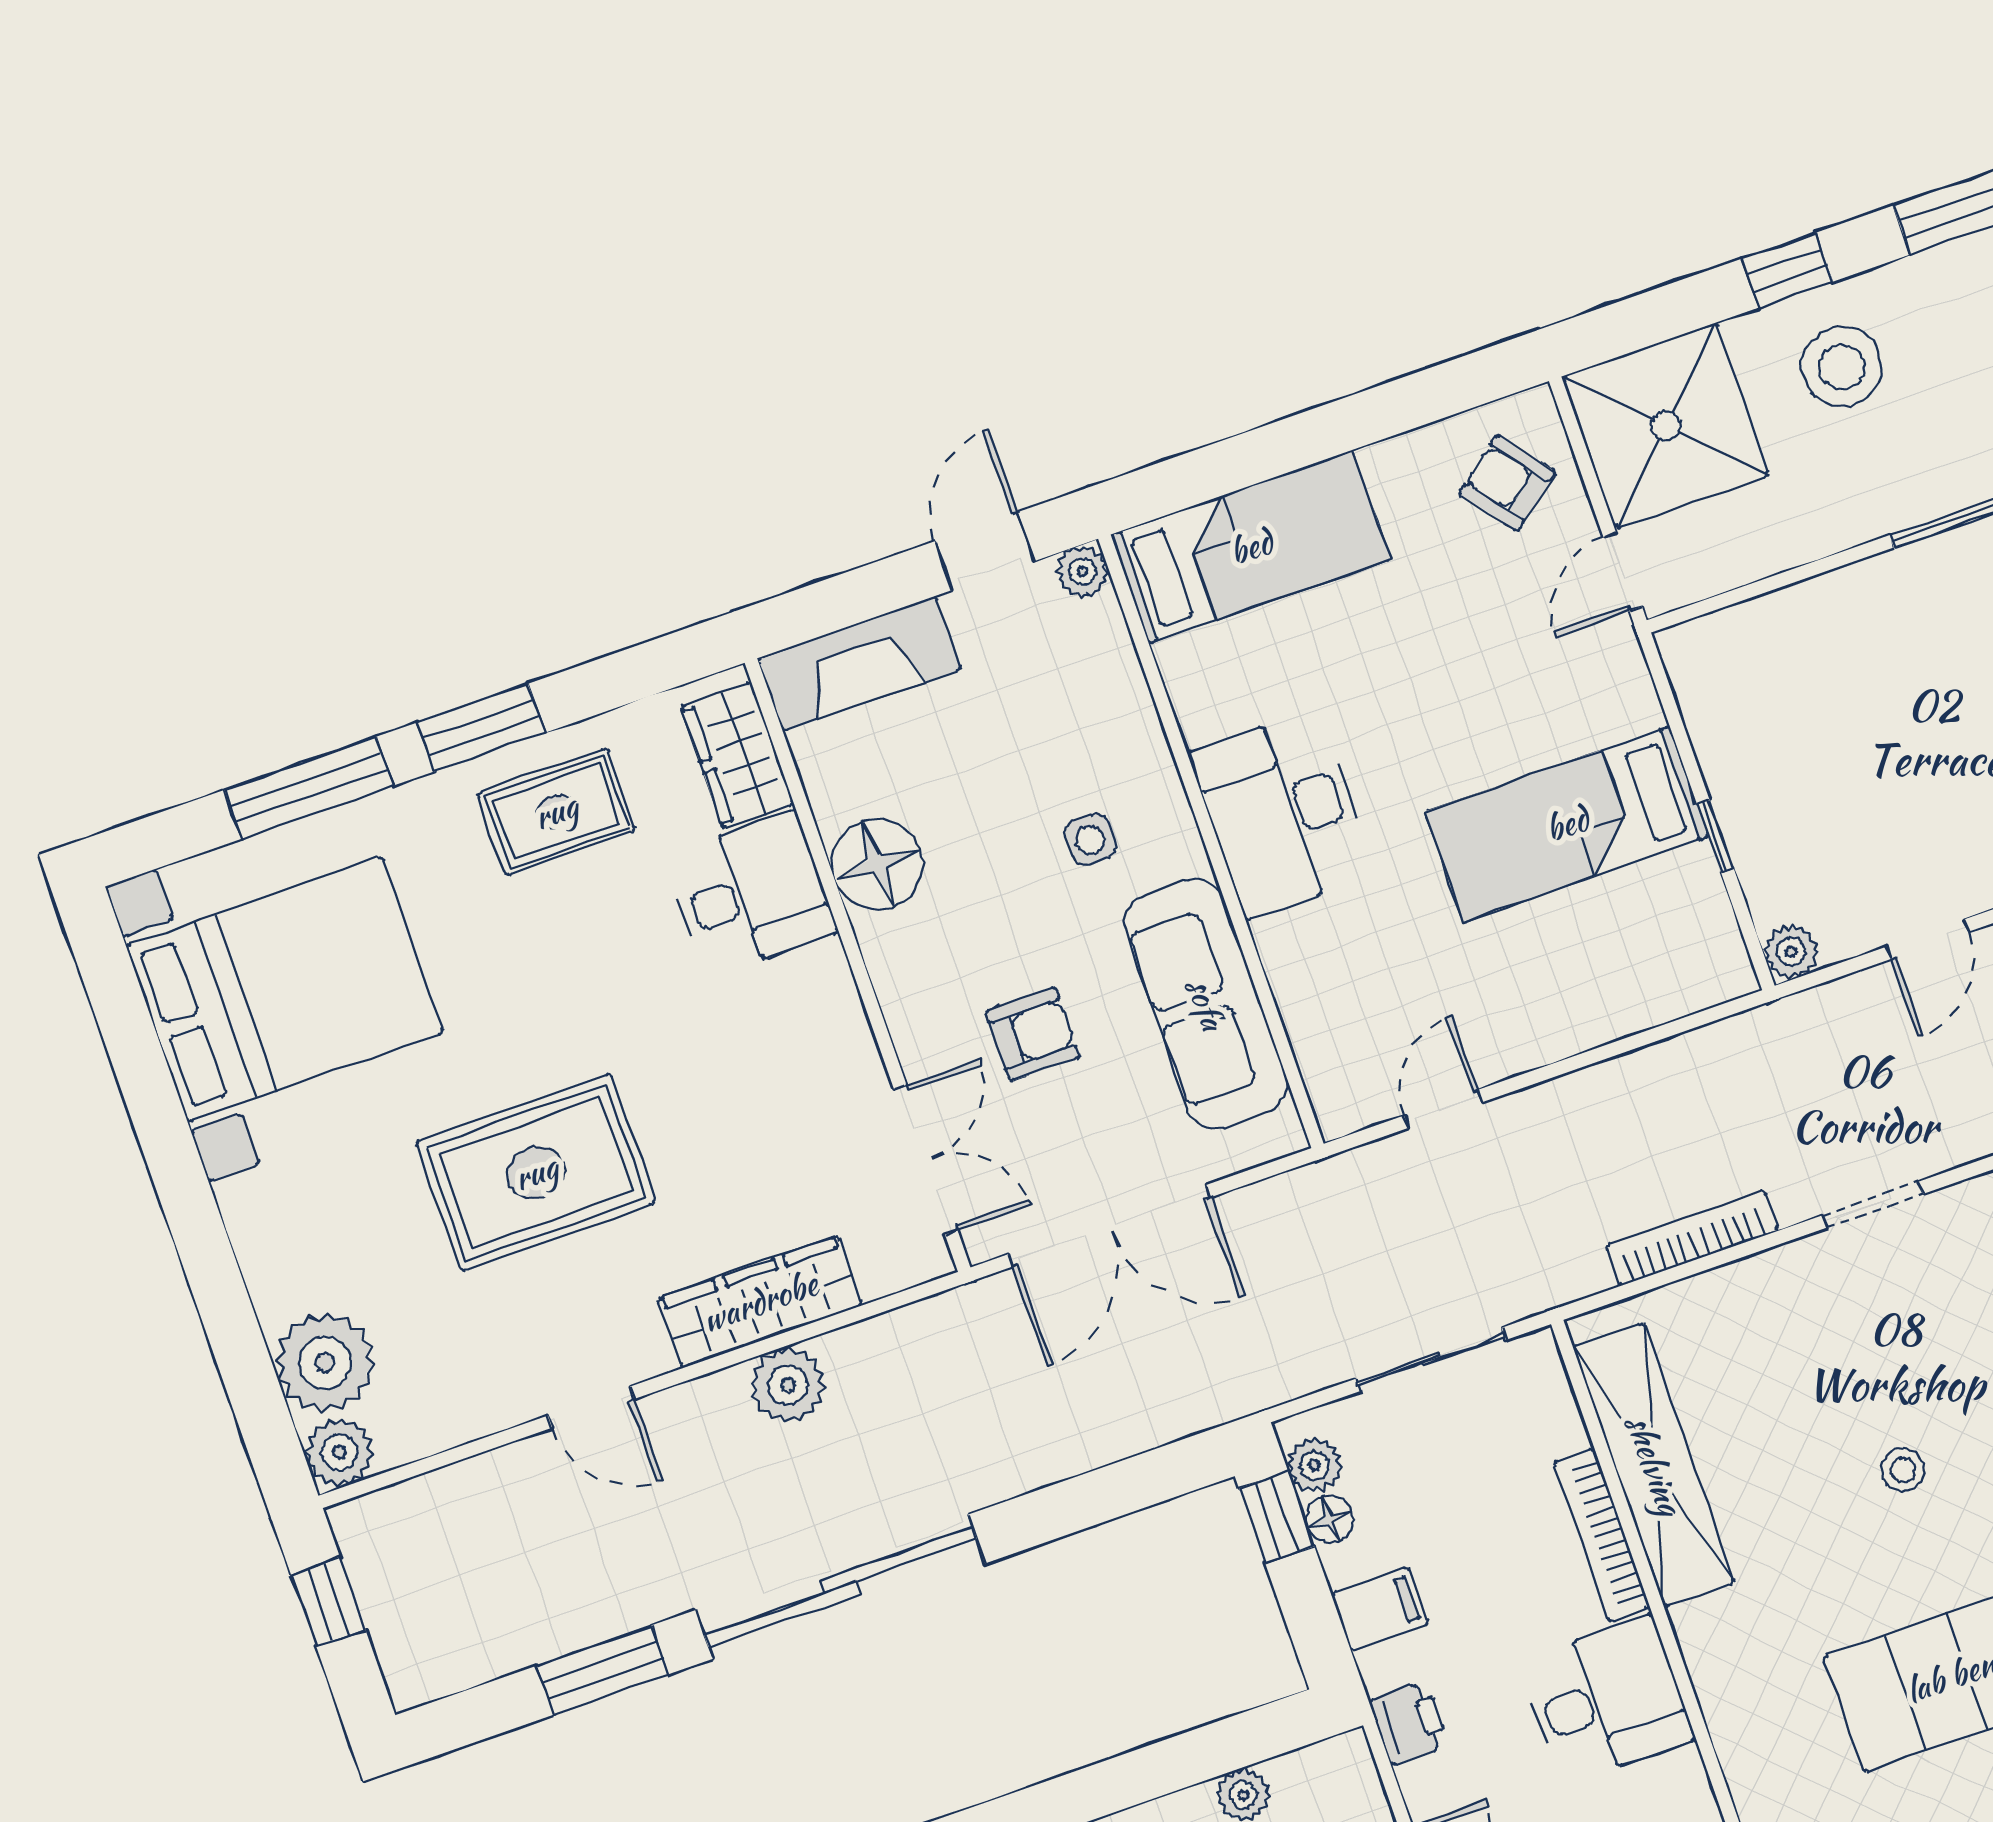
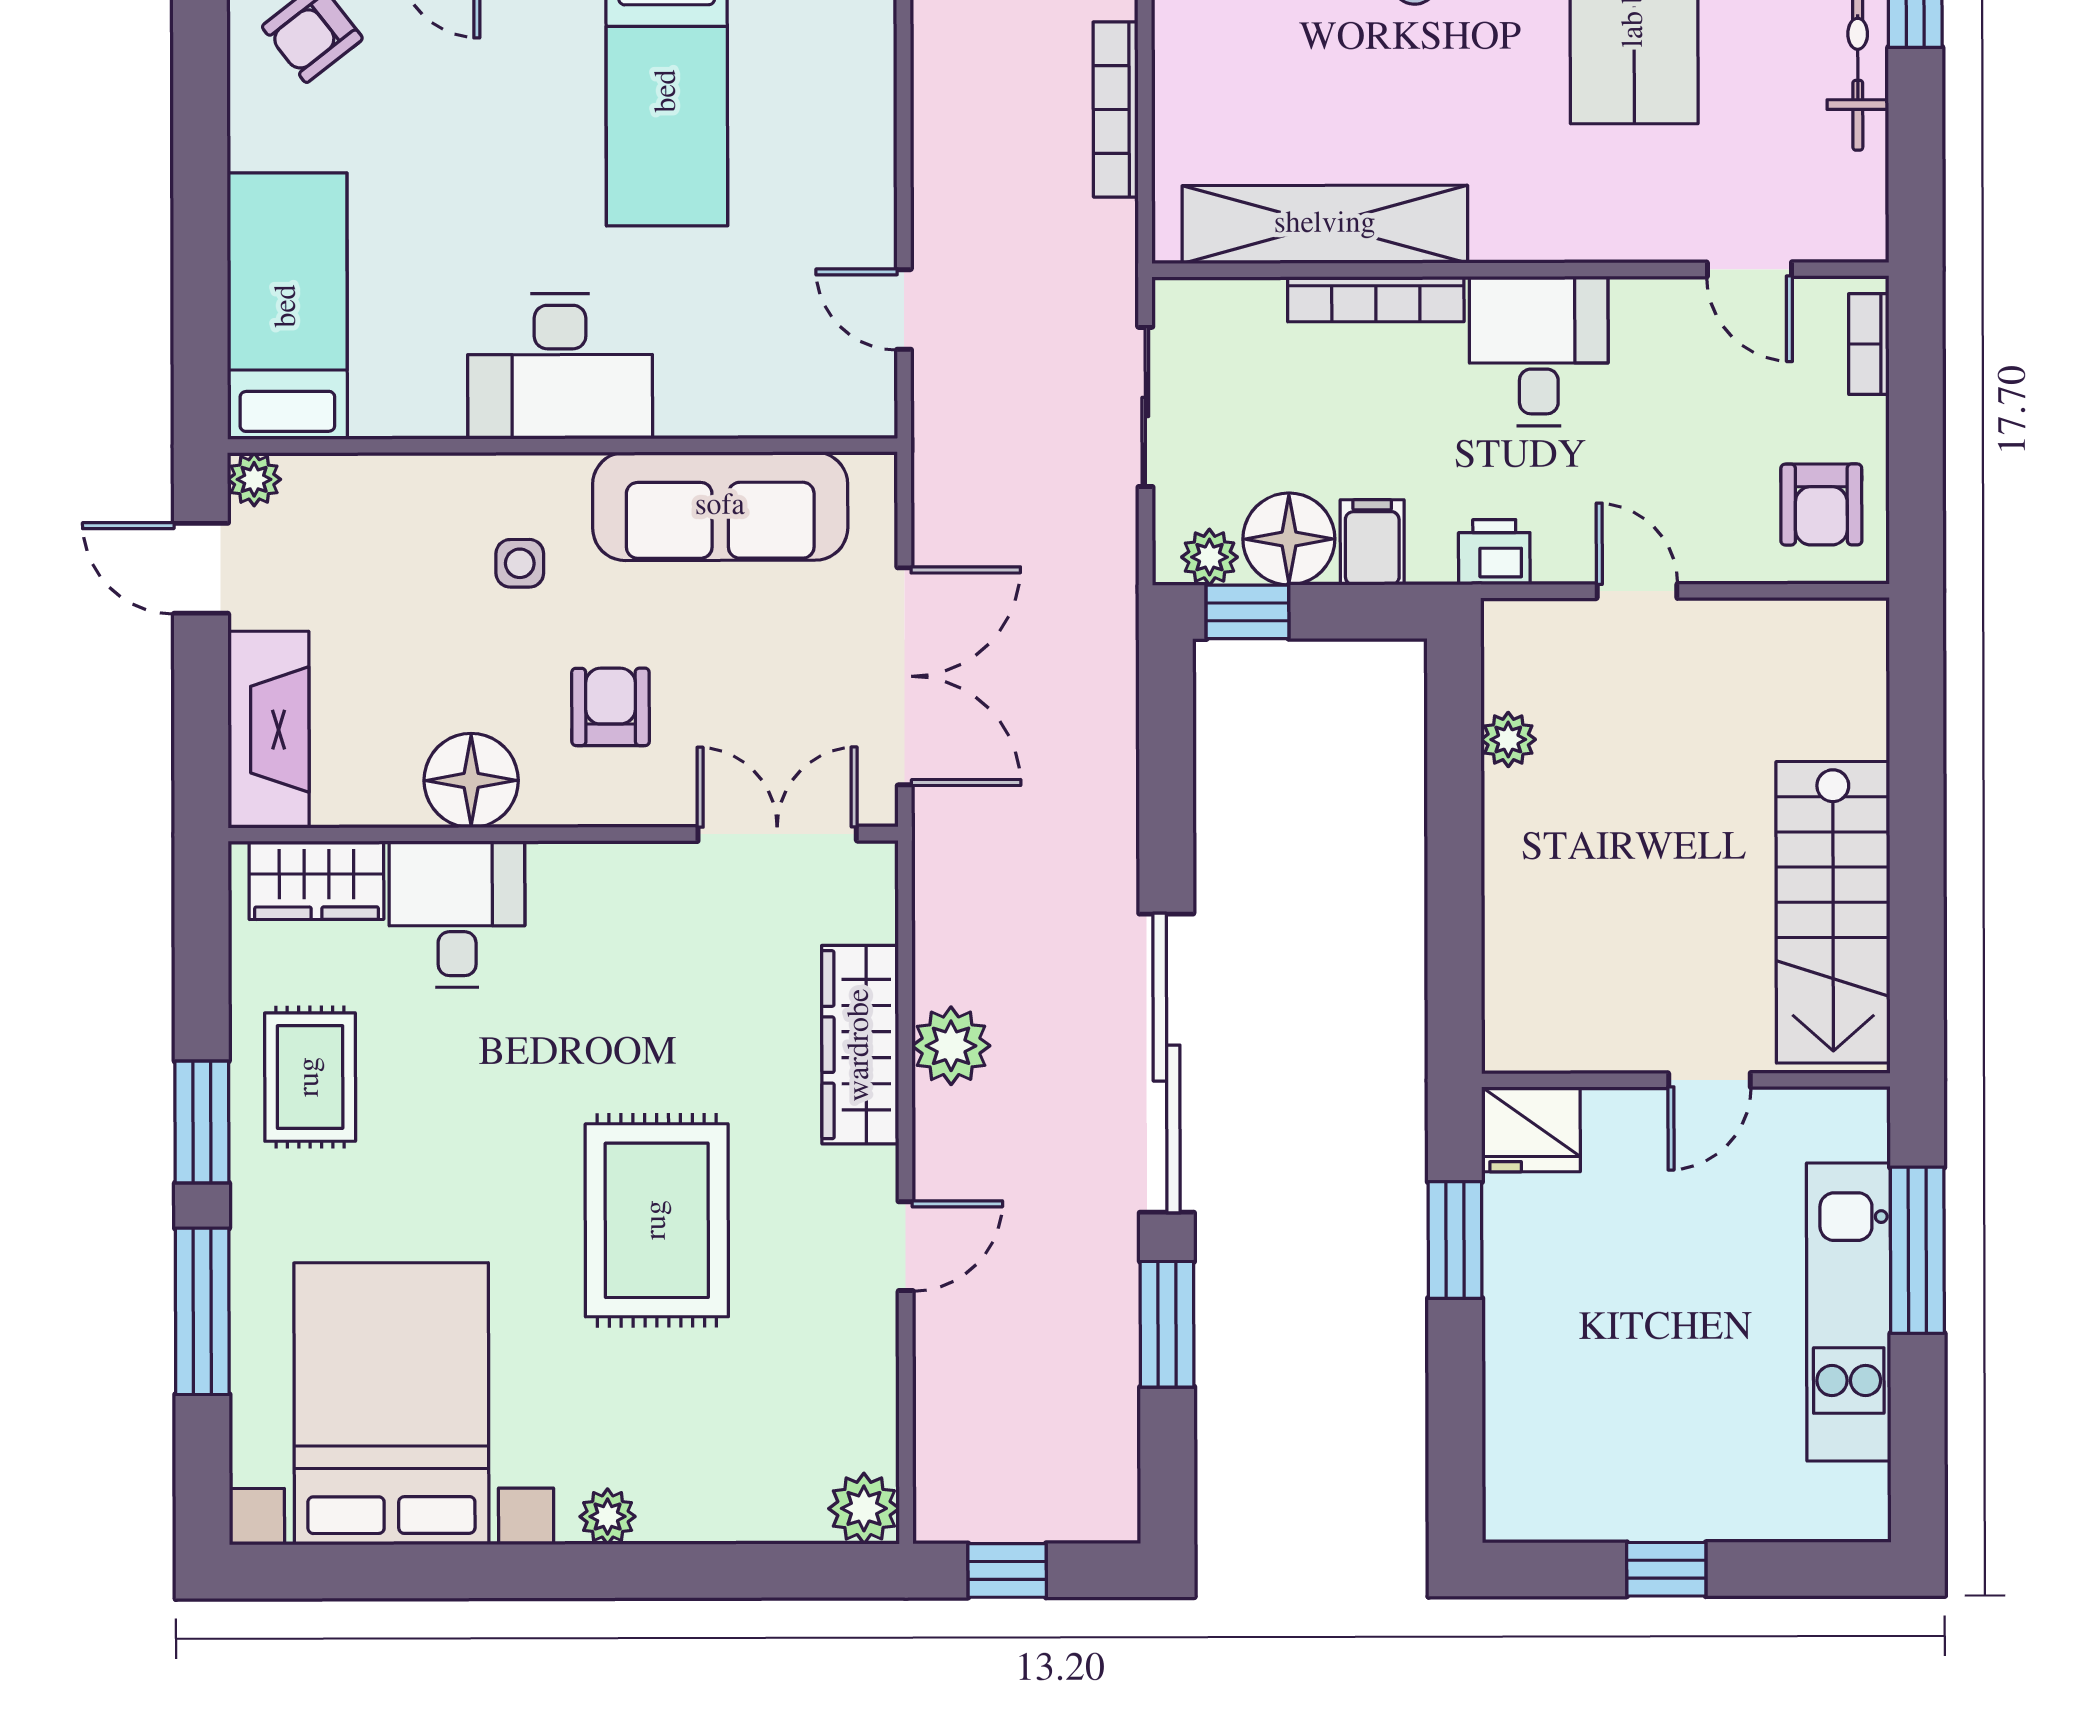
armchair: (1032, 1034) -> (611, 707), moved
plant: (325, 1363) -> (608, 1517), moved, width x0.53, depth x0.53
floor lamp: (1330, 1519) -> (1289, 539), width x1.89, depth x1.89

